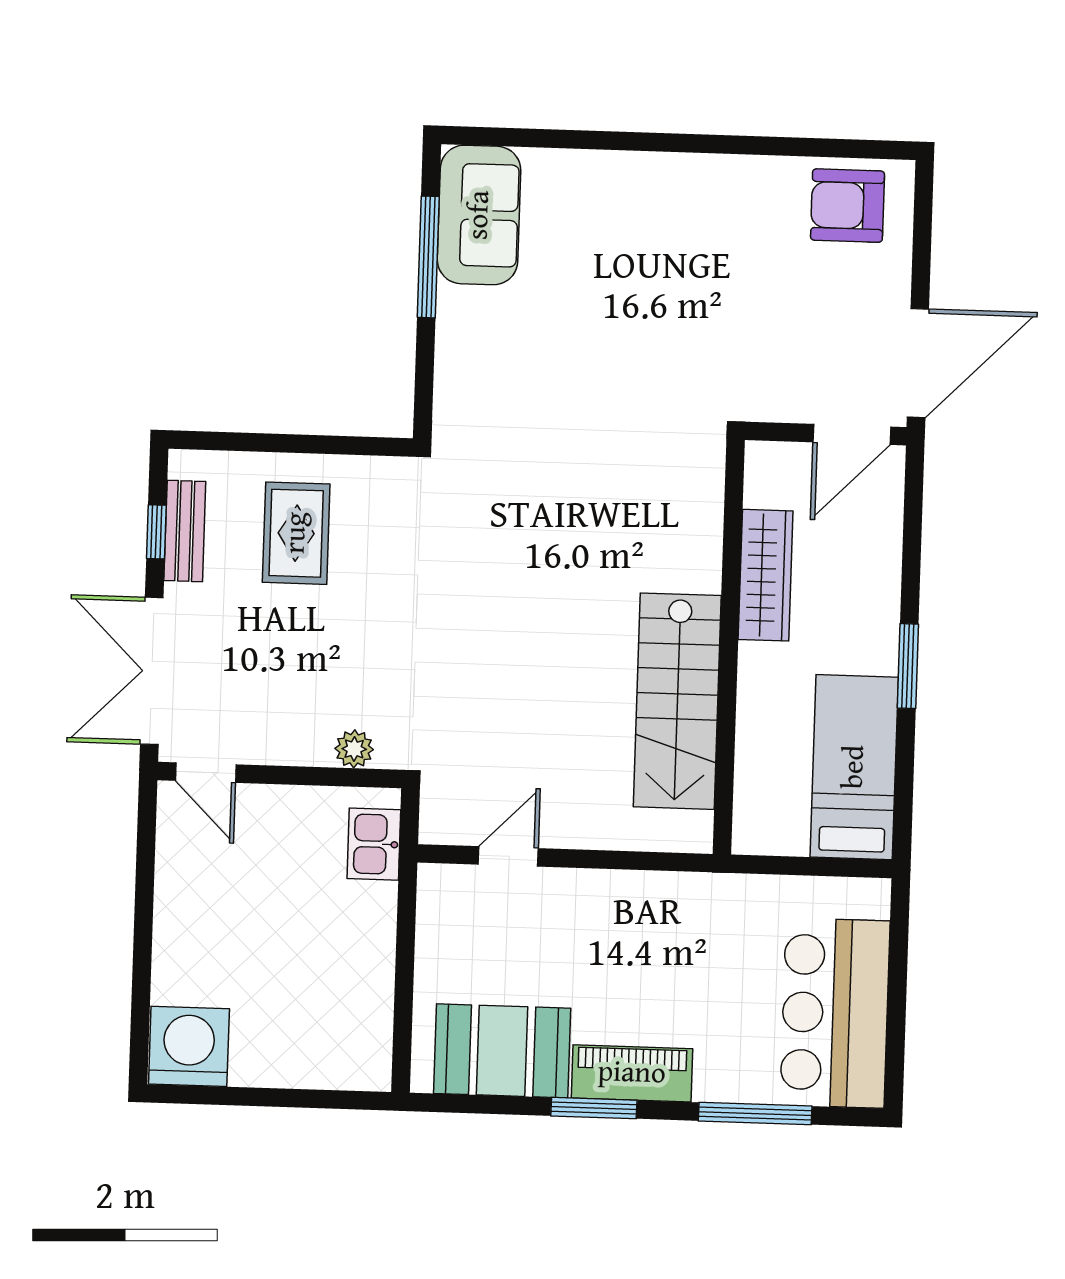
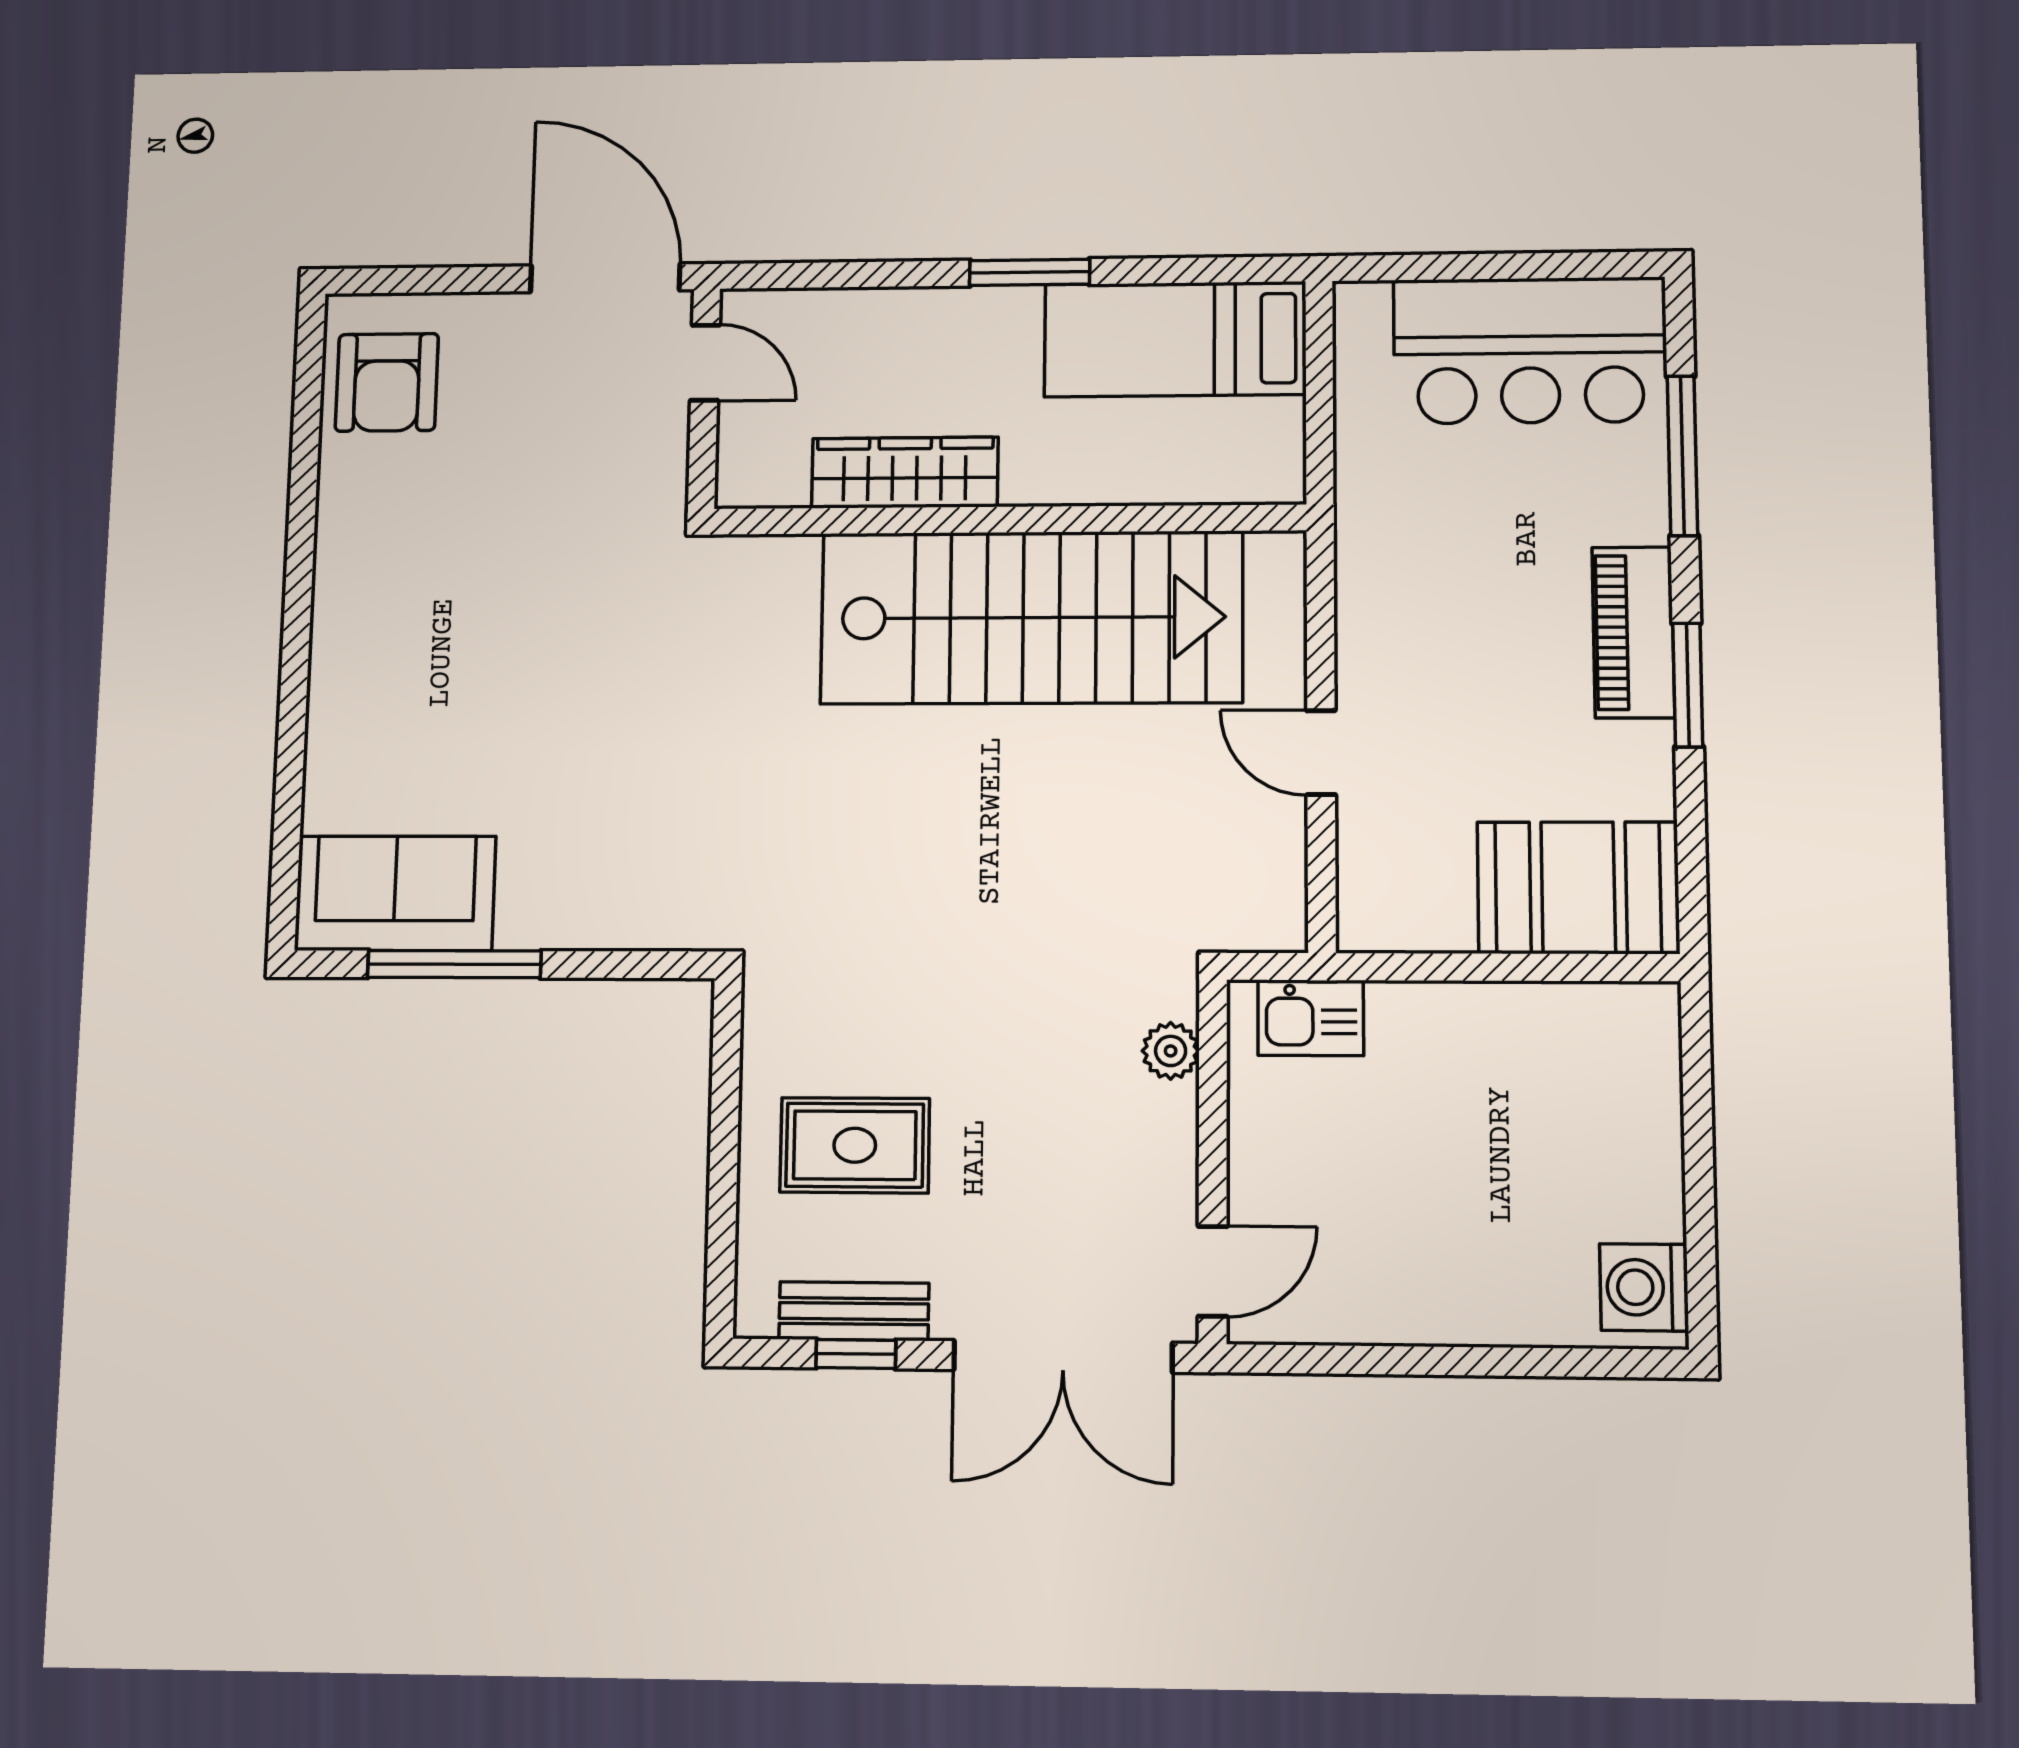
door: (852, 434) -> (705, 363), width x0.73
stairs: (677, 701) -> (1031, 618), width x1.36, depth x1.51
door: (508, 856) -> (1321, 753), moved
washing machine: (189, 1046) -> (1644, 1287), width x0.73, depth x0.73
booth: (502, 1051) -> (1578, 888), moved, turned 90

